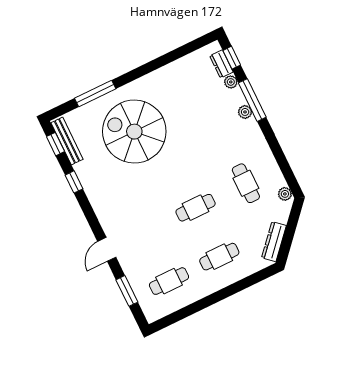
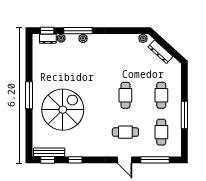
window: (95, 93) -> (29, 95), moved
spiral stairs: (134, 132) -> (63, 110), turned 180
cafe table: (246, 183) -> (125, 132), moved
dresser: (274, 242) -> (160, 52), moved
window: (127, 291) -> (155, 160), width x1.44
window: (208, 301) -> (184, 115), added

